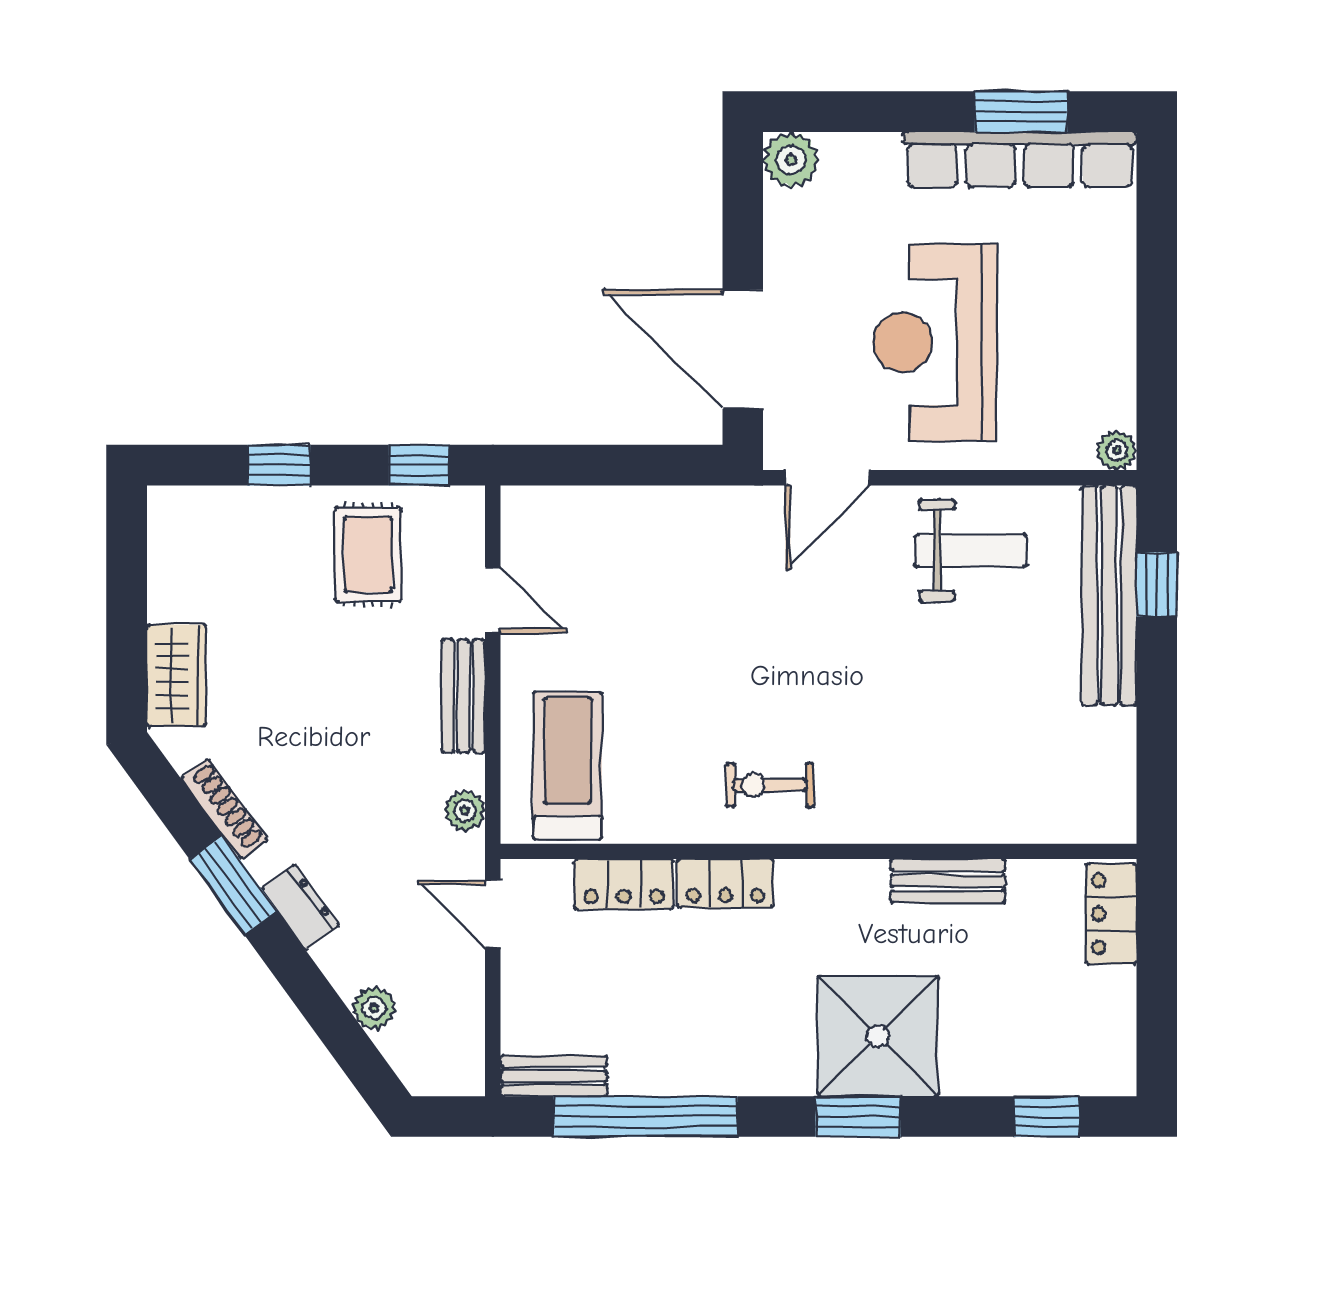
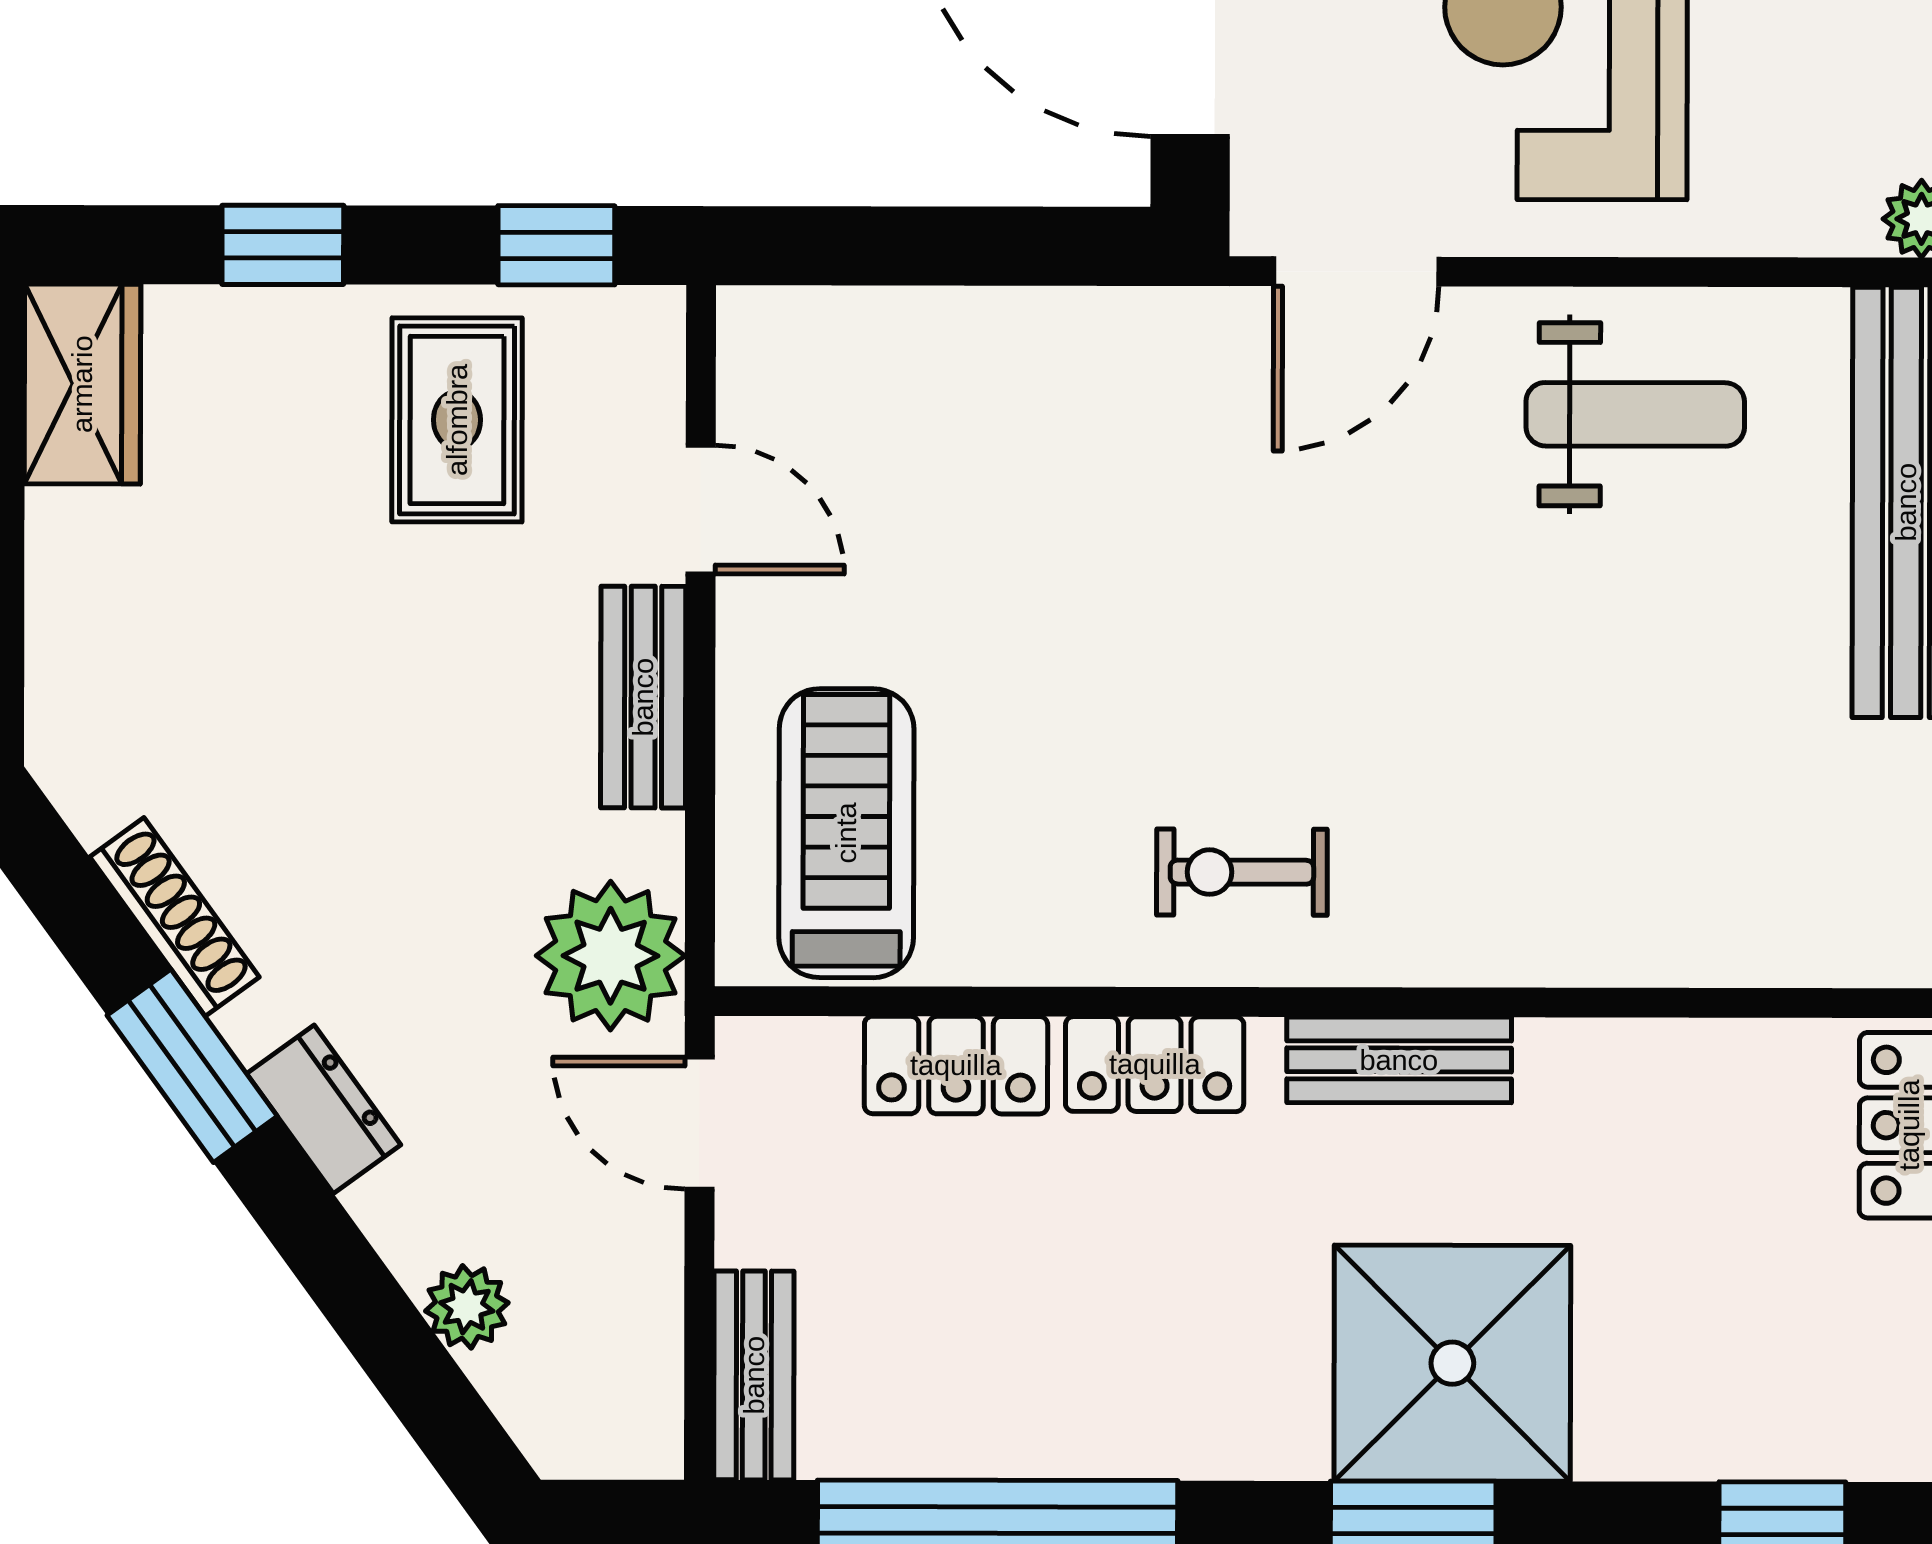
wardrobe: (177, 676) -> (82, 384), moved
plant: (465, 811) -> (611, 956), width x1.87, depth x1.87
bench: (948, 881) -> (1399, 1060), moved
bench: (554, 1076) -> (754, 1375), moved, turned 90

